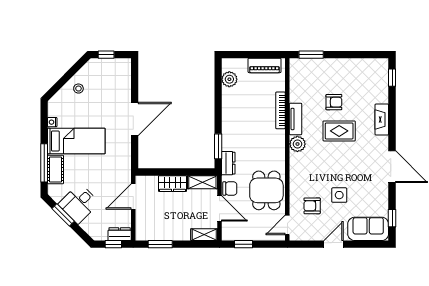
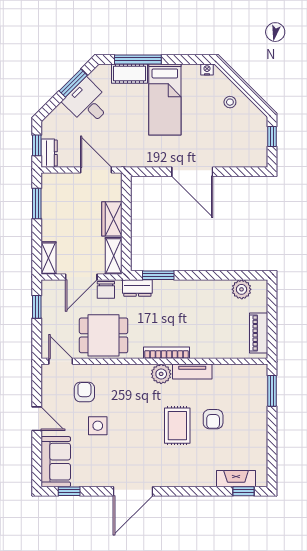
bookcase: (281, 110) -> (167, 353), moved
fireplace: (382, 119) -> (236, 479), moved
nightstand: (52, 122) -> (207, 69), moved

